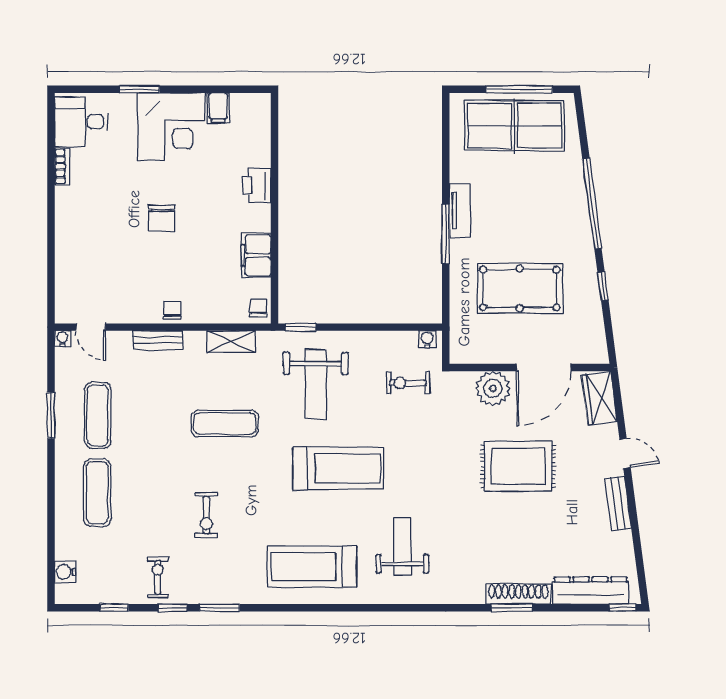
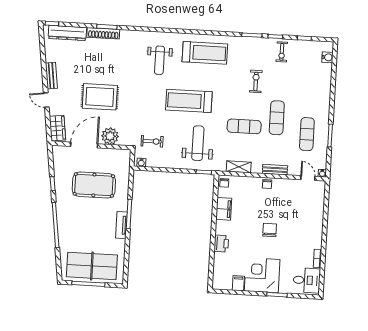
exercise mat: (97, 493) -> (277, 118), moved

